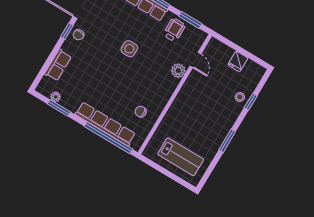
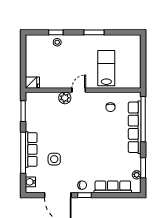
wheelchair: (174, 30) -> (37, 118), removed
side table: (129, 49) -> (54, 159), moved
door: (195, 60) -> (79, 90), moved
fridge: (238, 61) -> (32, 83), moved
row of seats: (58, 65) -> (113, 187), width x1.48
lab bench: (181, 157) -> (106, 68), moved

